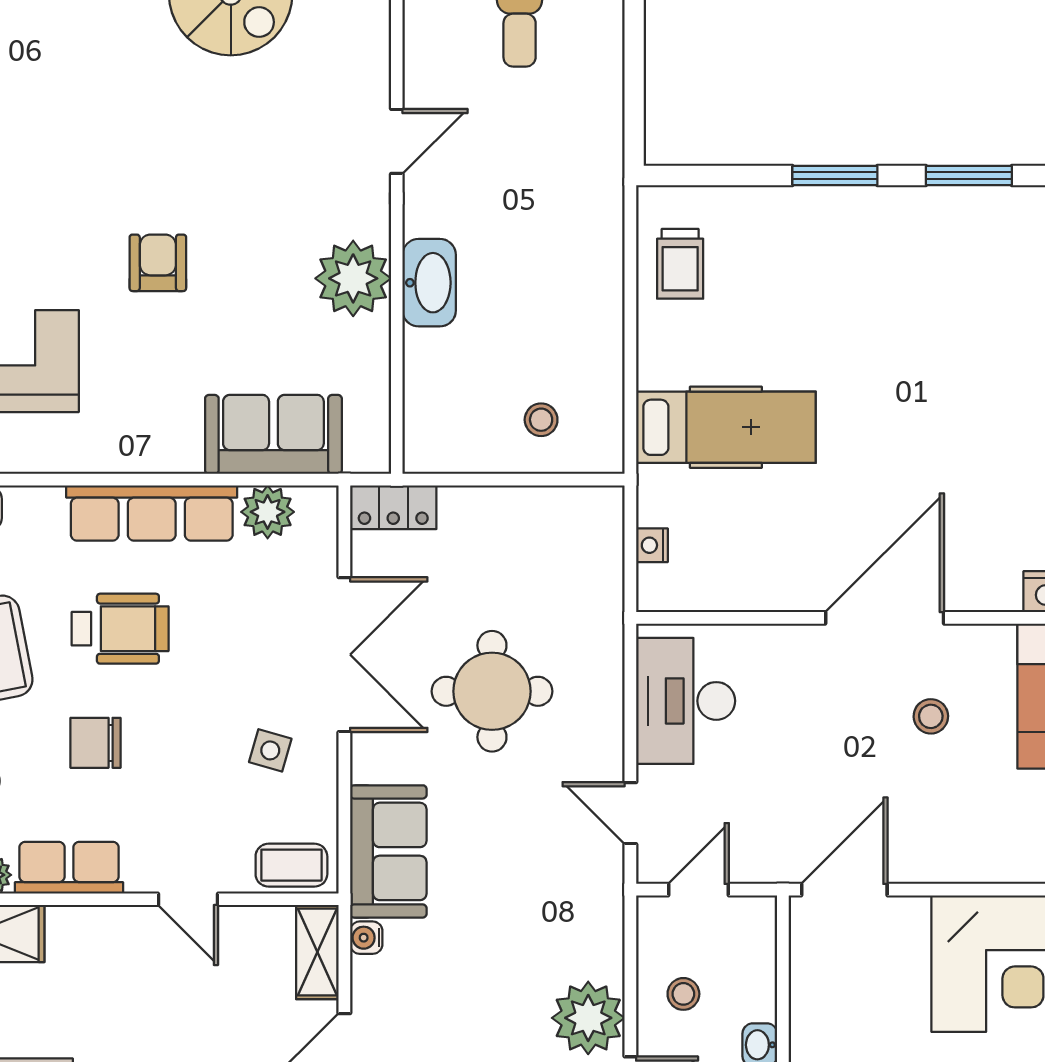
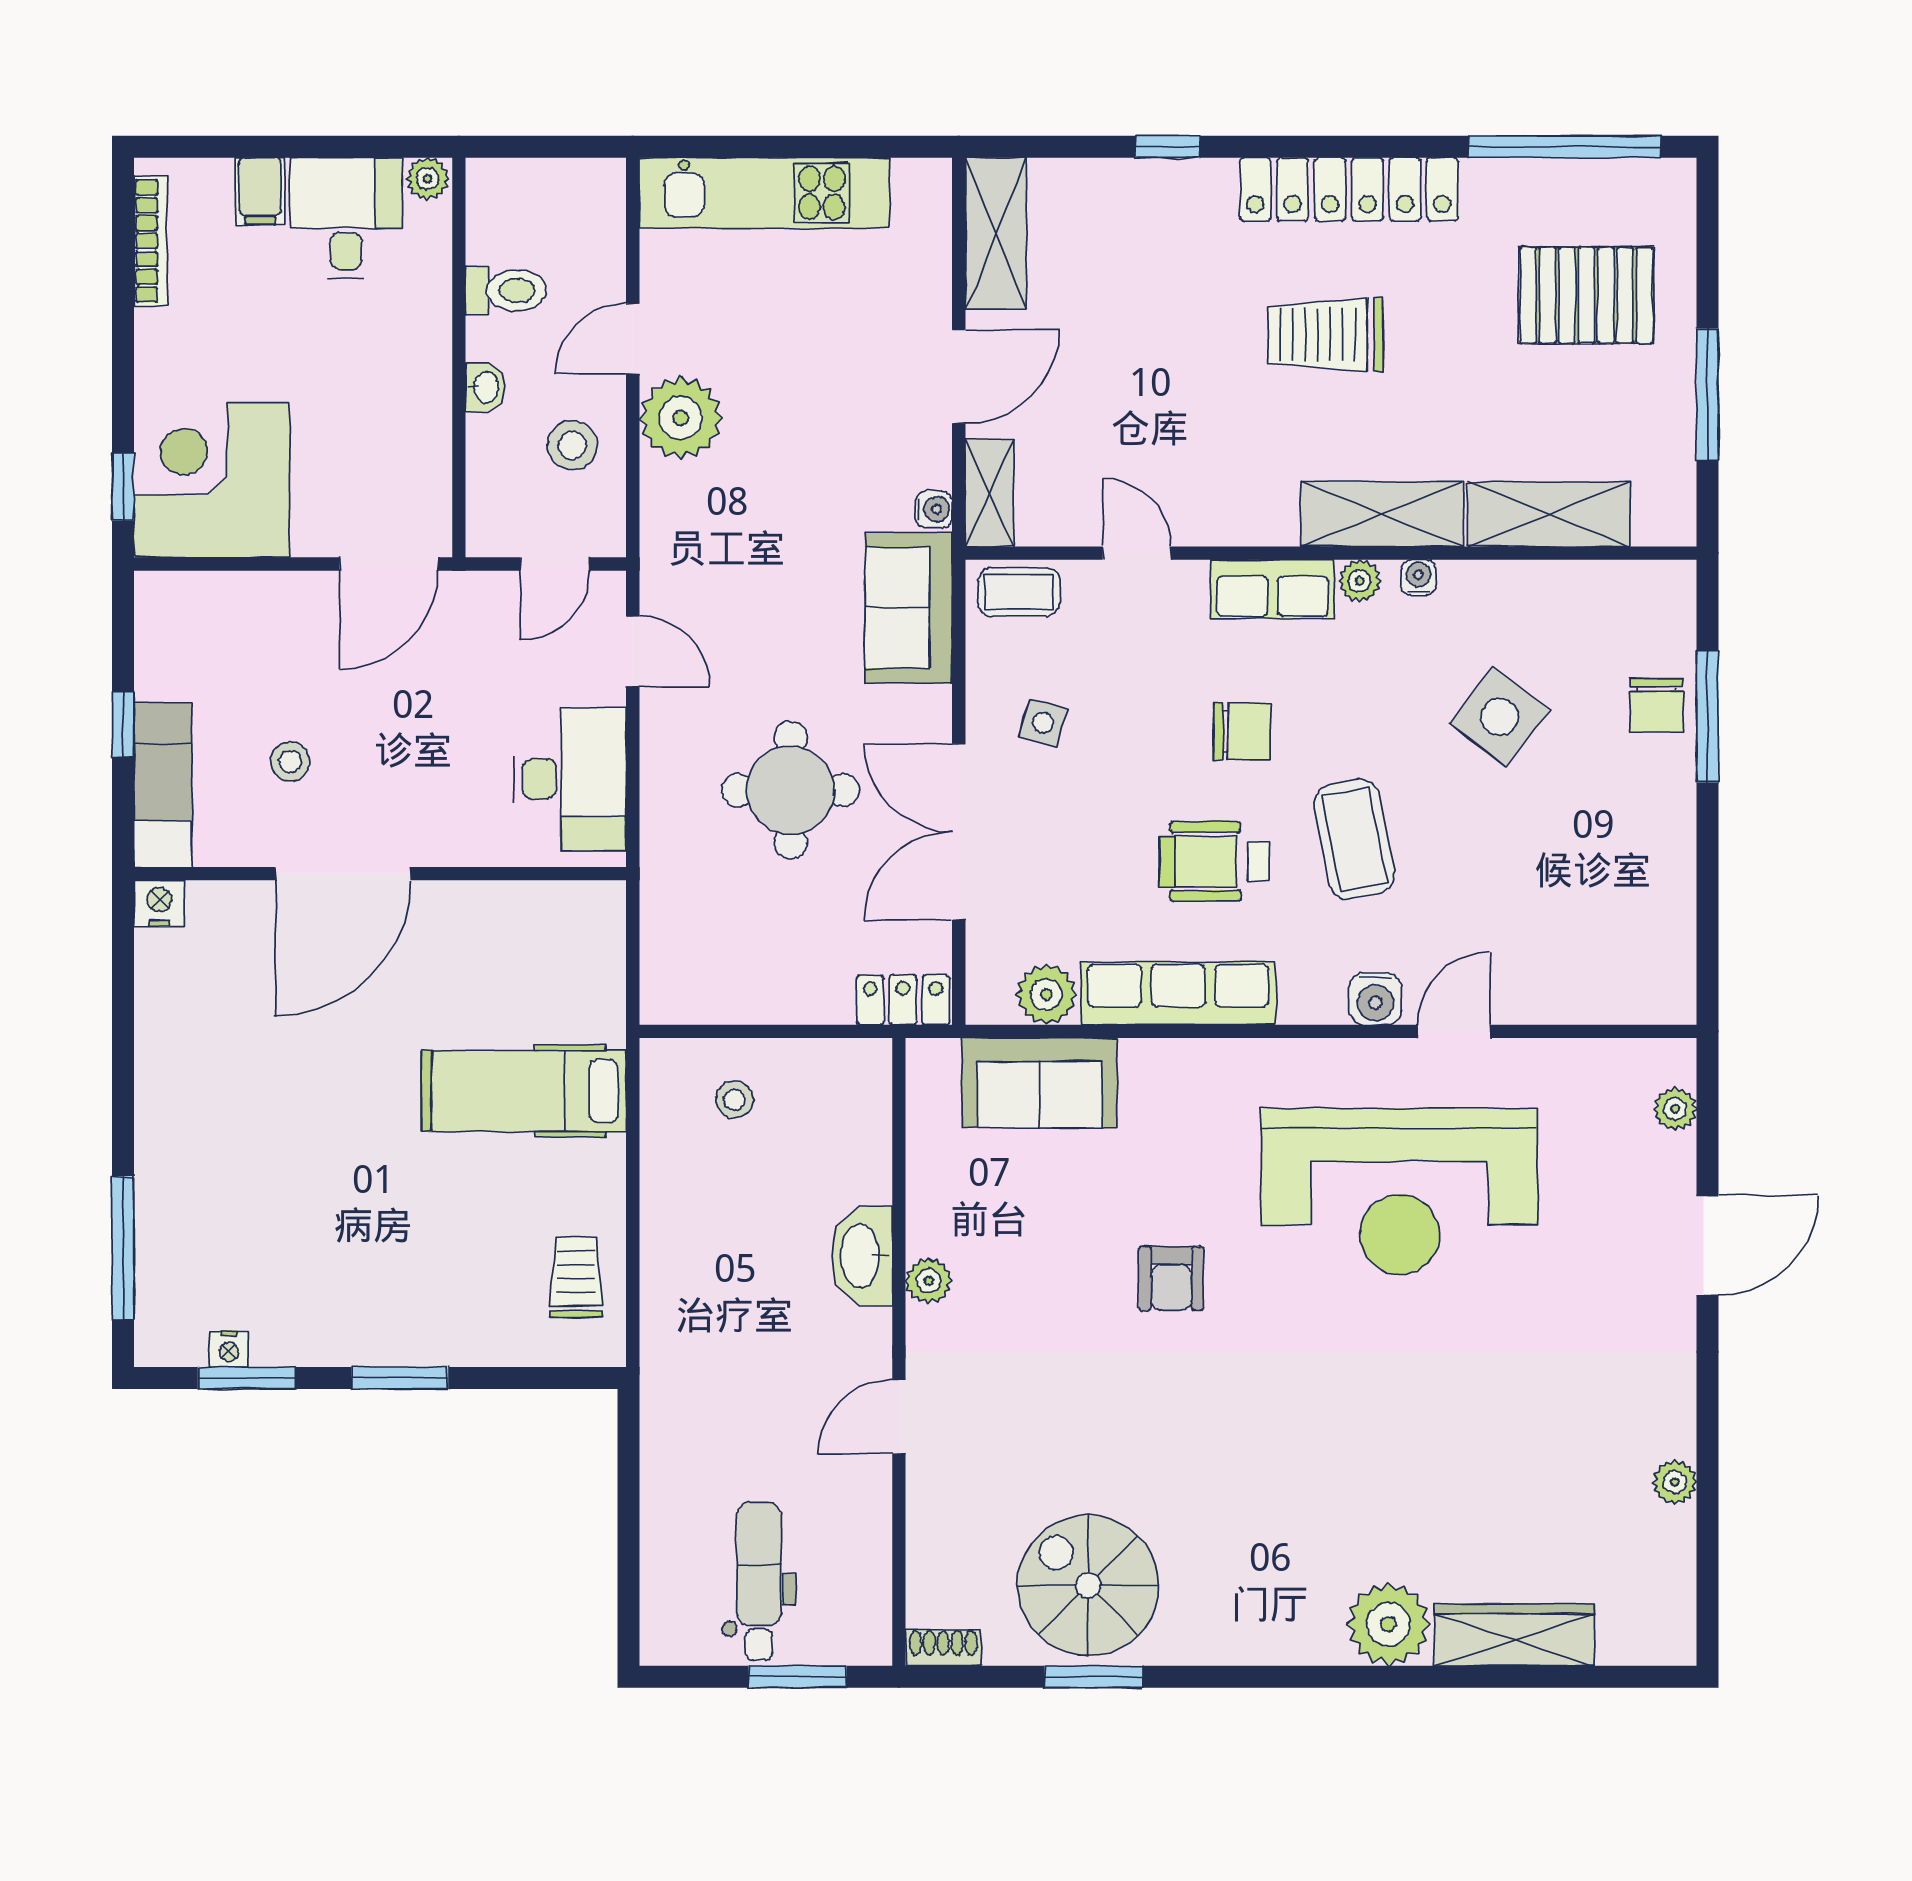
plant: (353, 278) -> (929, 1281), width x0.53, depth x0.53
nightstand: (652, 545) -> (229, 1349), moved, turned 90
stool: (683, 994) -> (572, 445), width x1.37, depth x1.37

